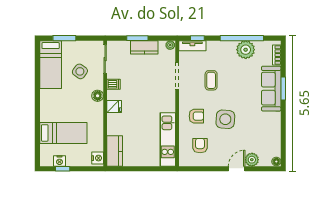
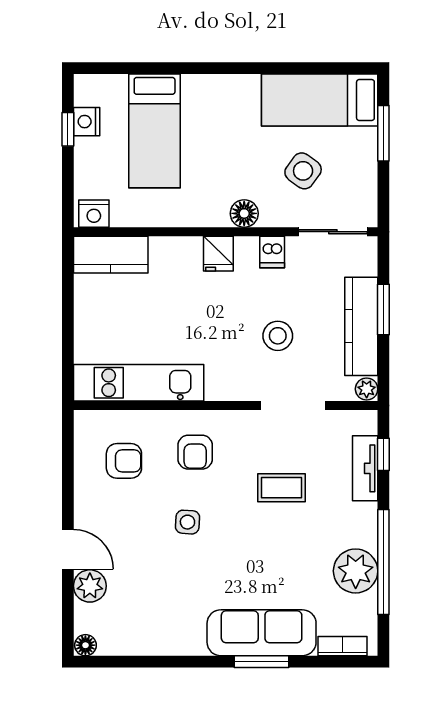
tv unit: (192, 46) -> (365, 468), moved
kitchen counter: (144, 47) -> (361, 326), width x1.50
stool: (148, 82) -> (278, 336), added
side table: (225, 119) -> (187, 522), width x0.54, depth x0.54

